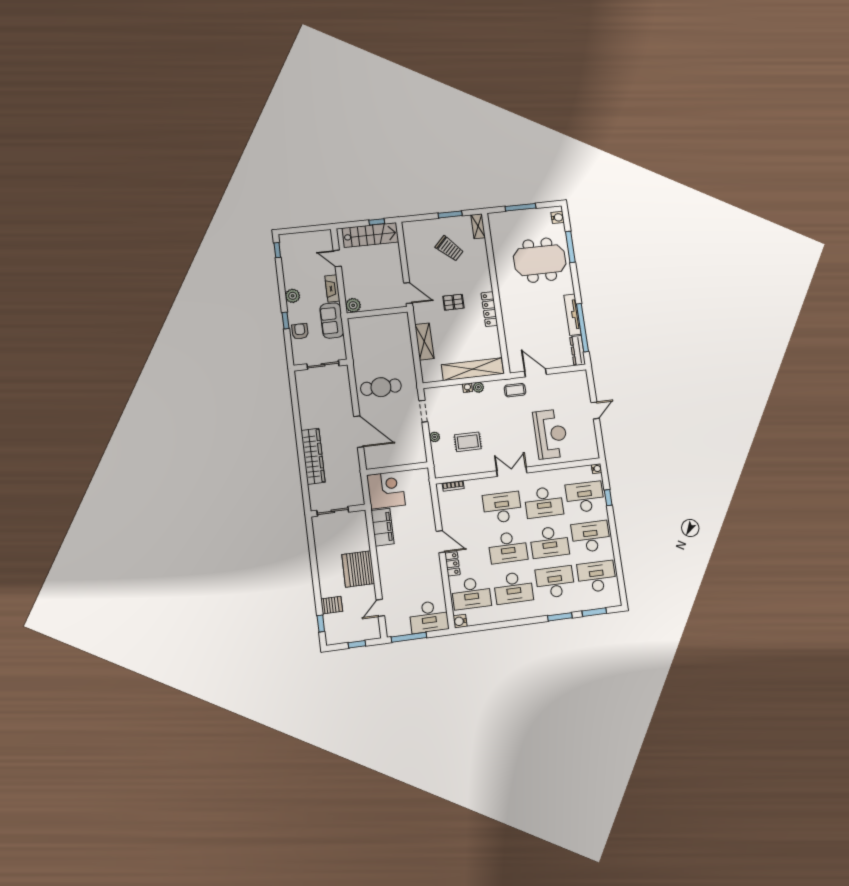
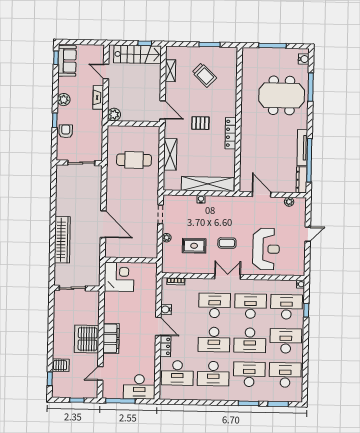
shelving: (478, 226) -> (170, 71), moved
sofa: (332, 321) -> (67, 61), moved, turned 180
cafe table: (381, 387) -> (134, 160), moved
plant: (478, 387) -> (289, 202), moved
coffee table: (515, 390) -> (227, 243), moved
desk: (544, 502) -> (251, 306), turned 180
filing cabinet: (382, 527) -> (111, 338), moved
water cooler: (460, 621) -> (166, 309), moved

